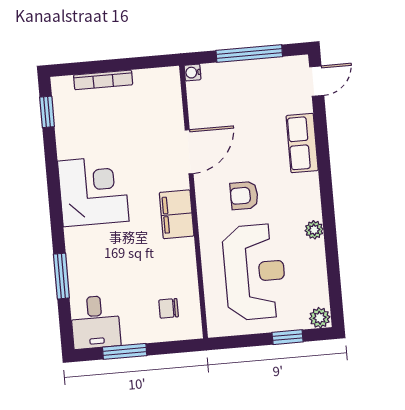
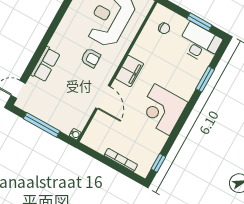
door: (189, 152) -> (103, 97), swing flipped
plant: (314, 230) -> (68, 18), removed
desk: (95, 322) -> (199, 43), width x1.37

